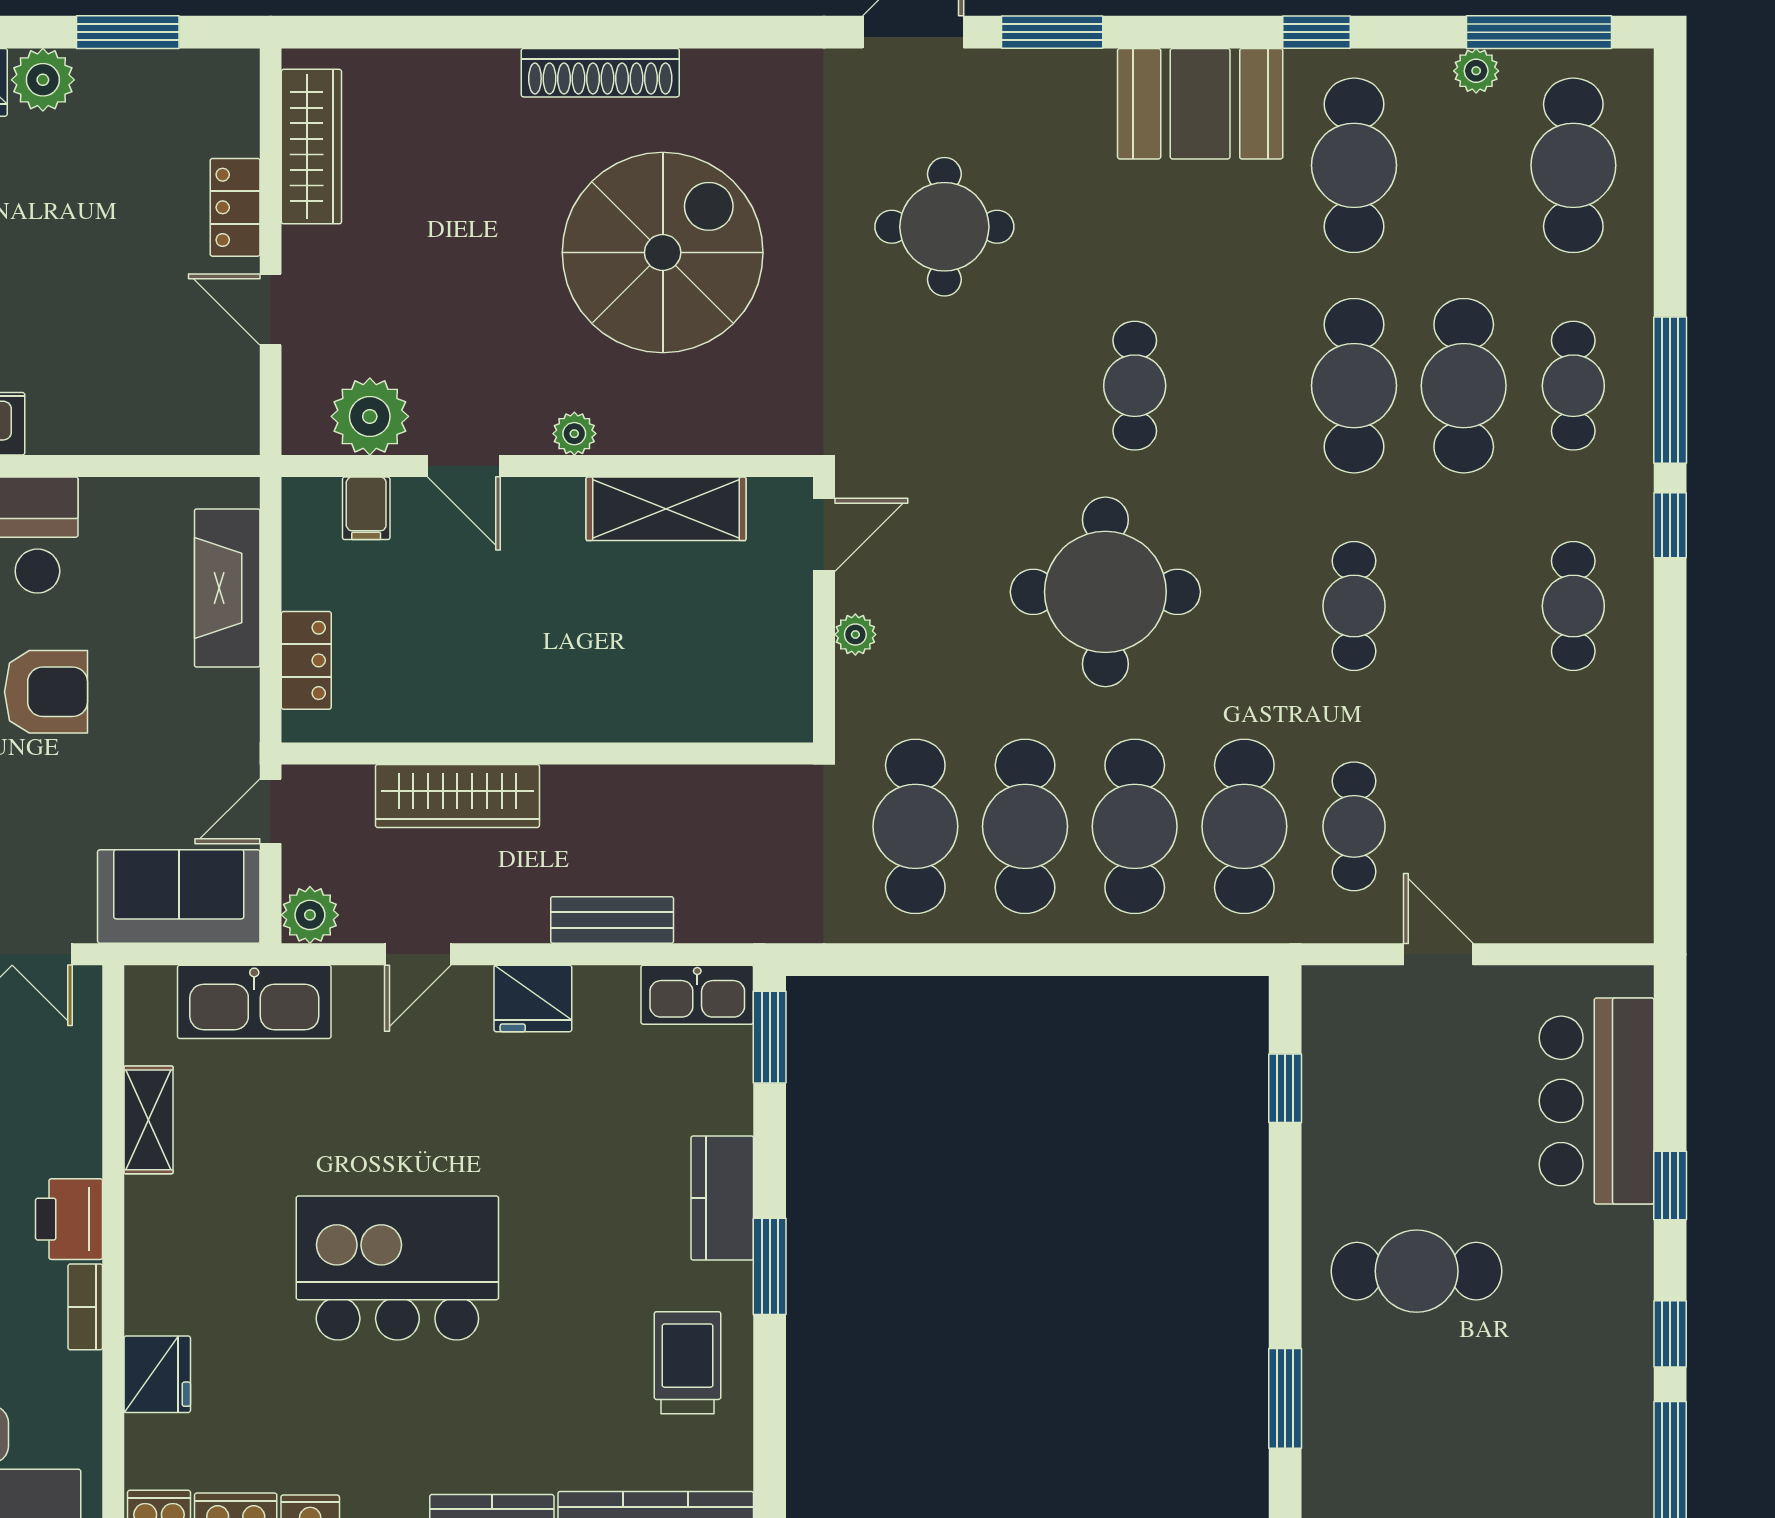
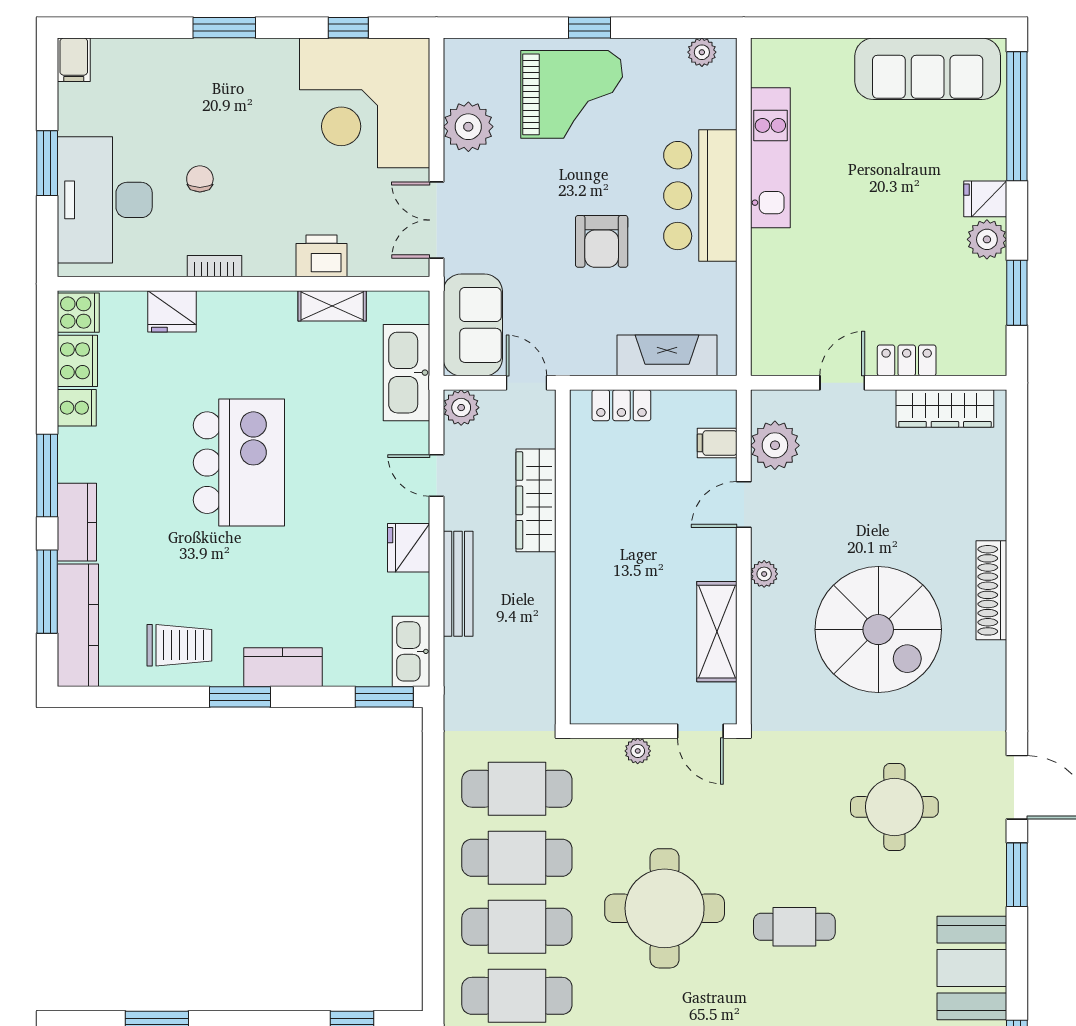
bench: (612, 920) -> (458, 584), width x1.36
printer: (69, 1219) -> (322, 256), moved

